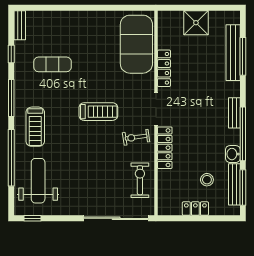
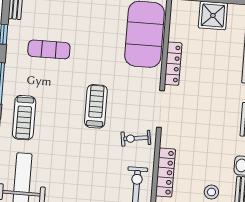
treadmill: (98, 112) -> (96, 106), turned -90
locker: (165, 148) -> (166, 172), moved

